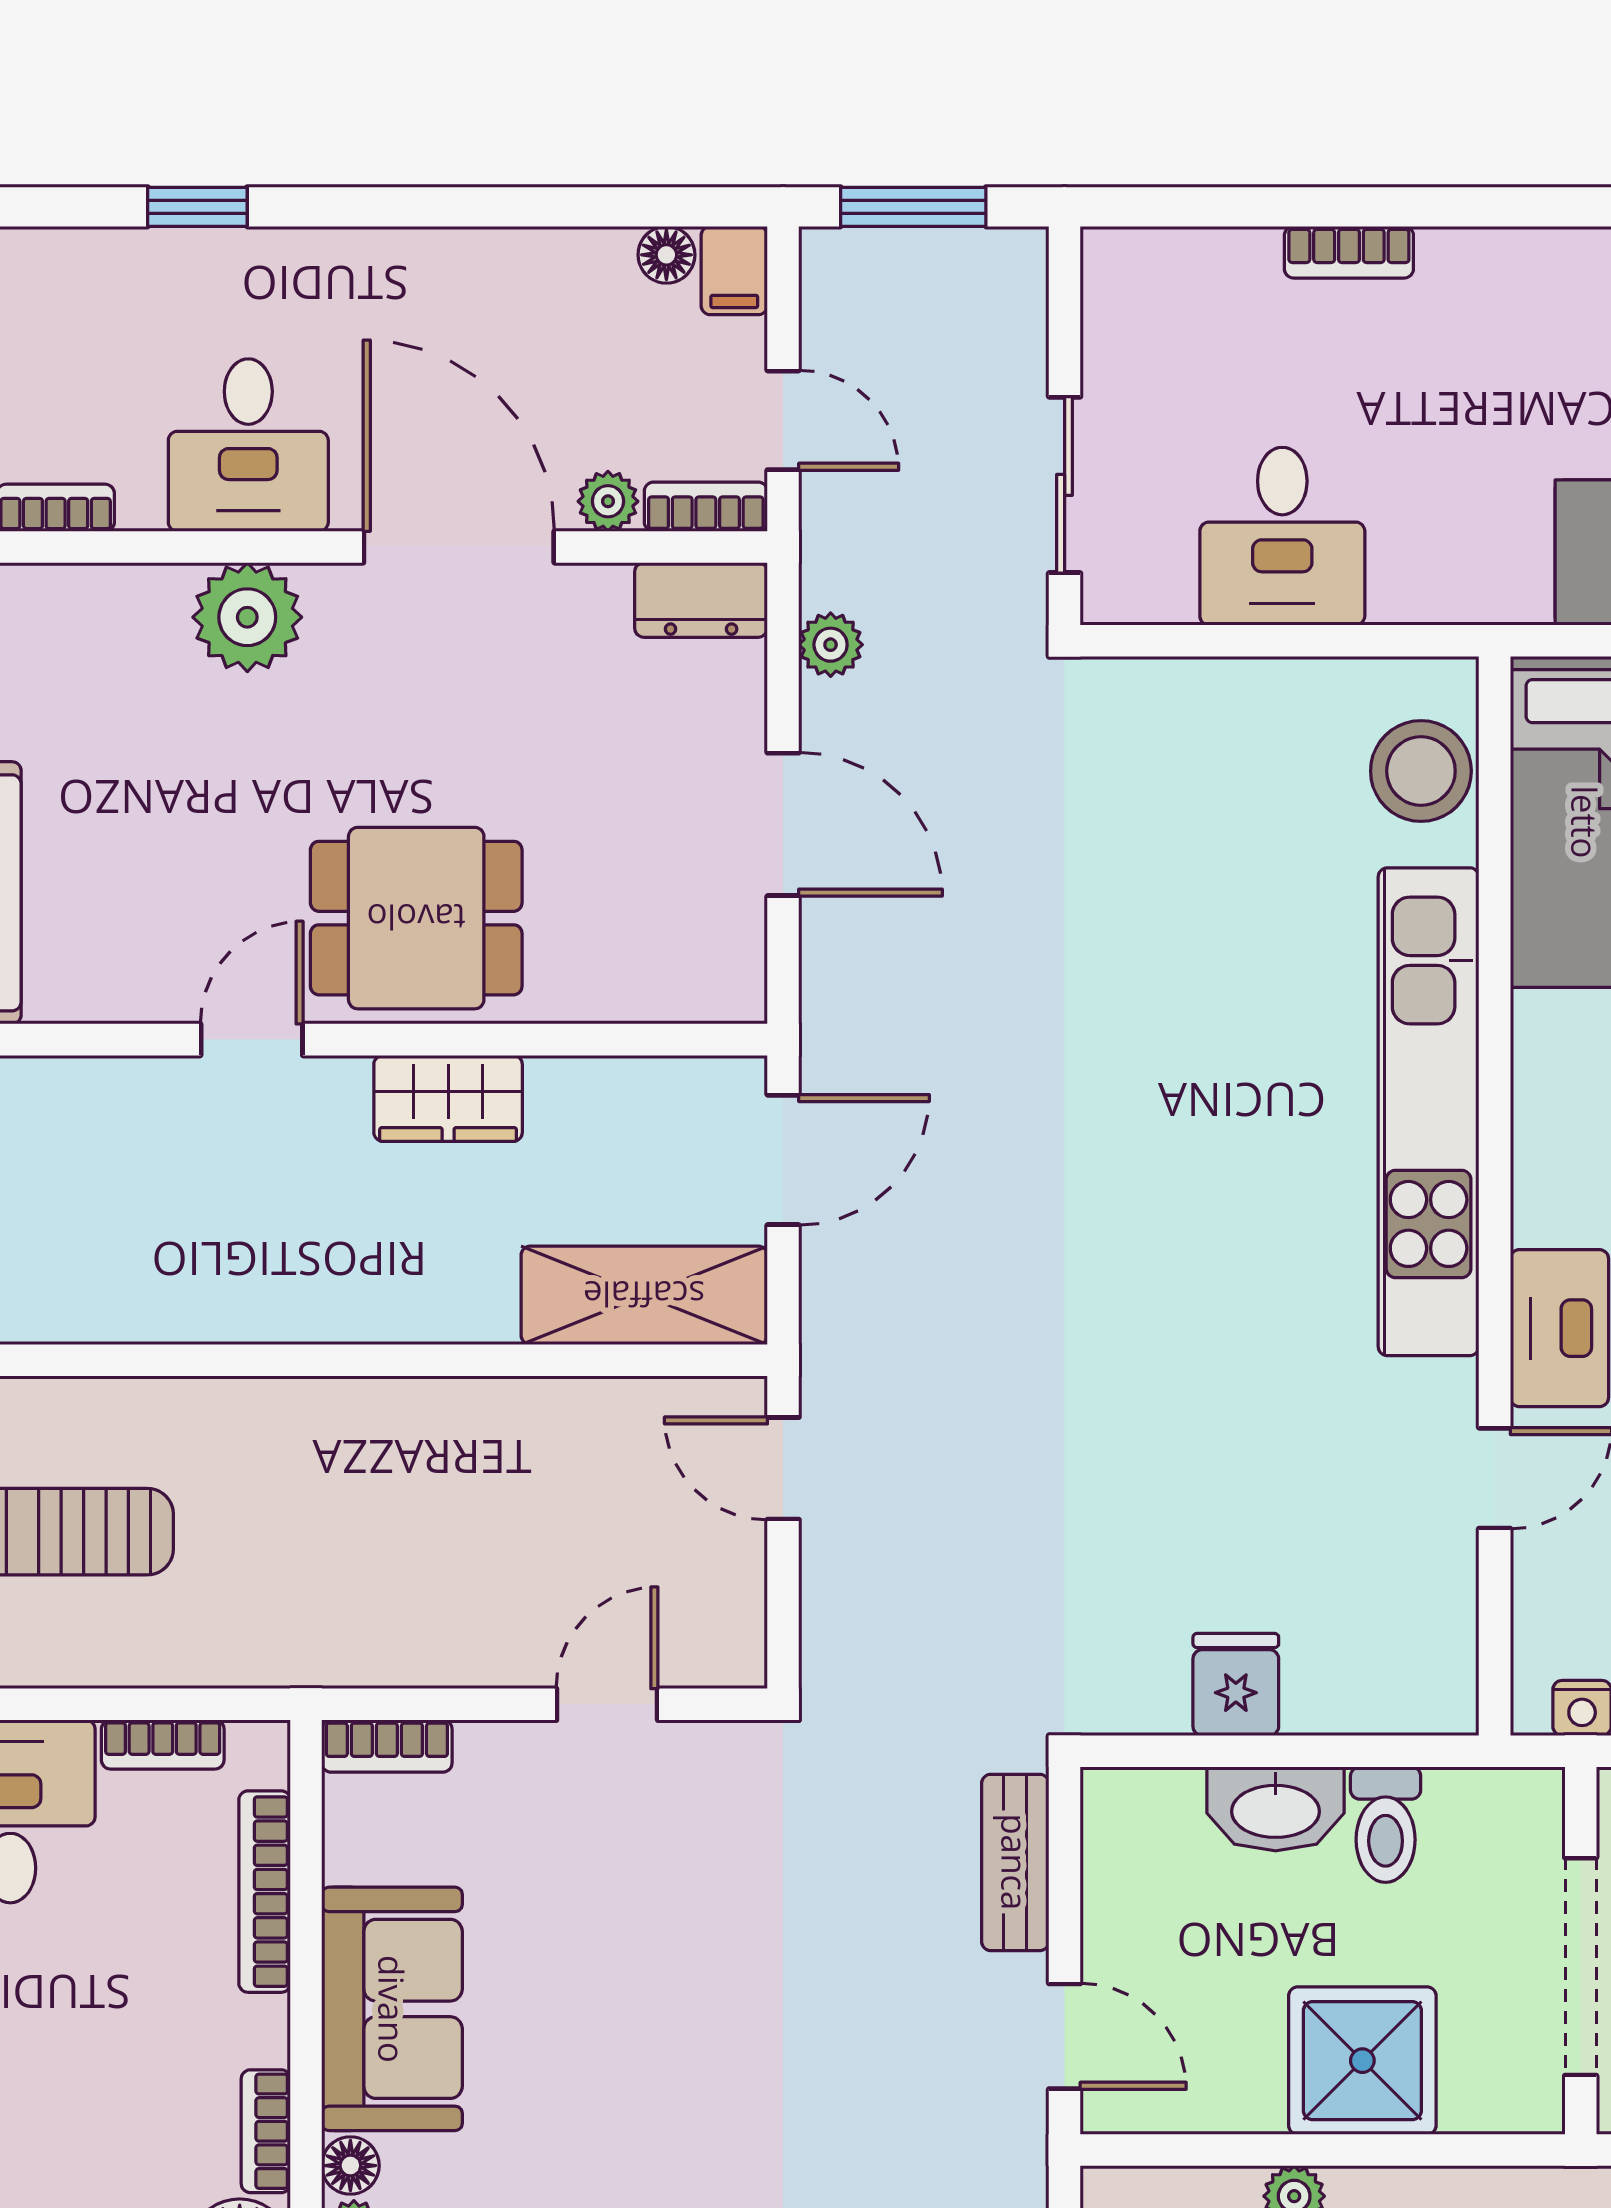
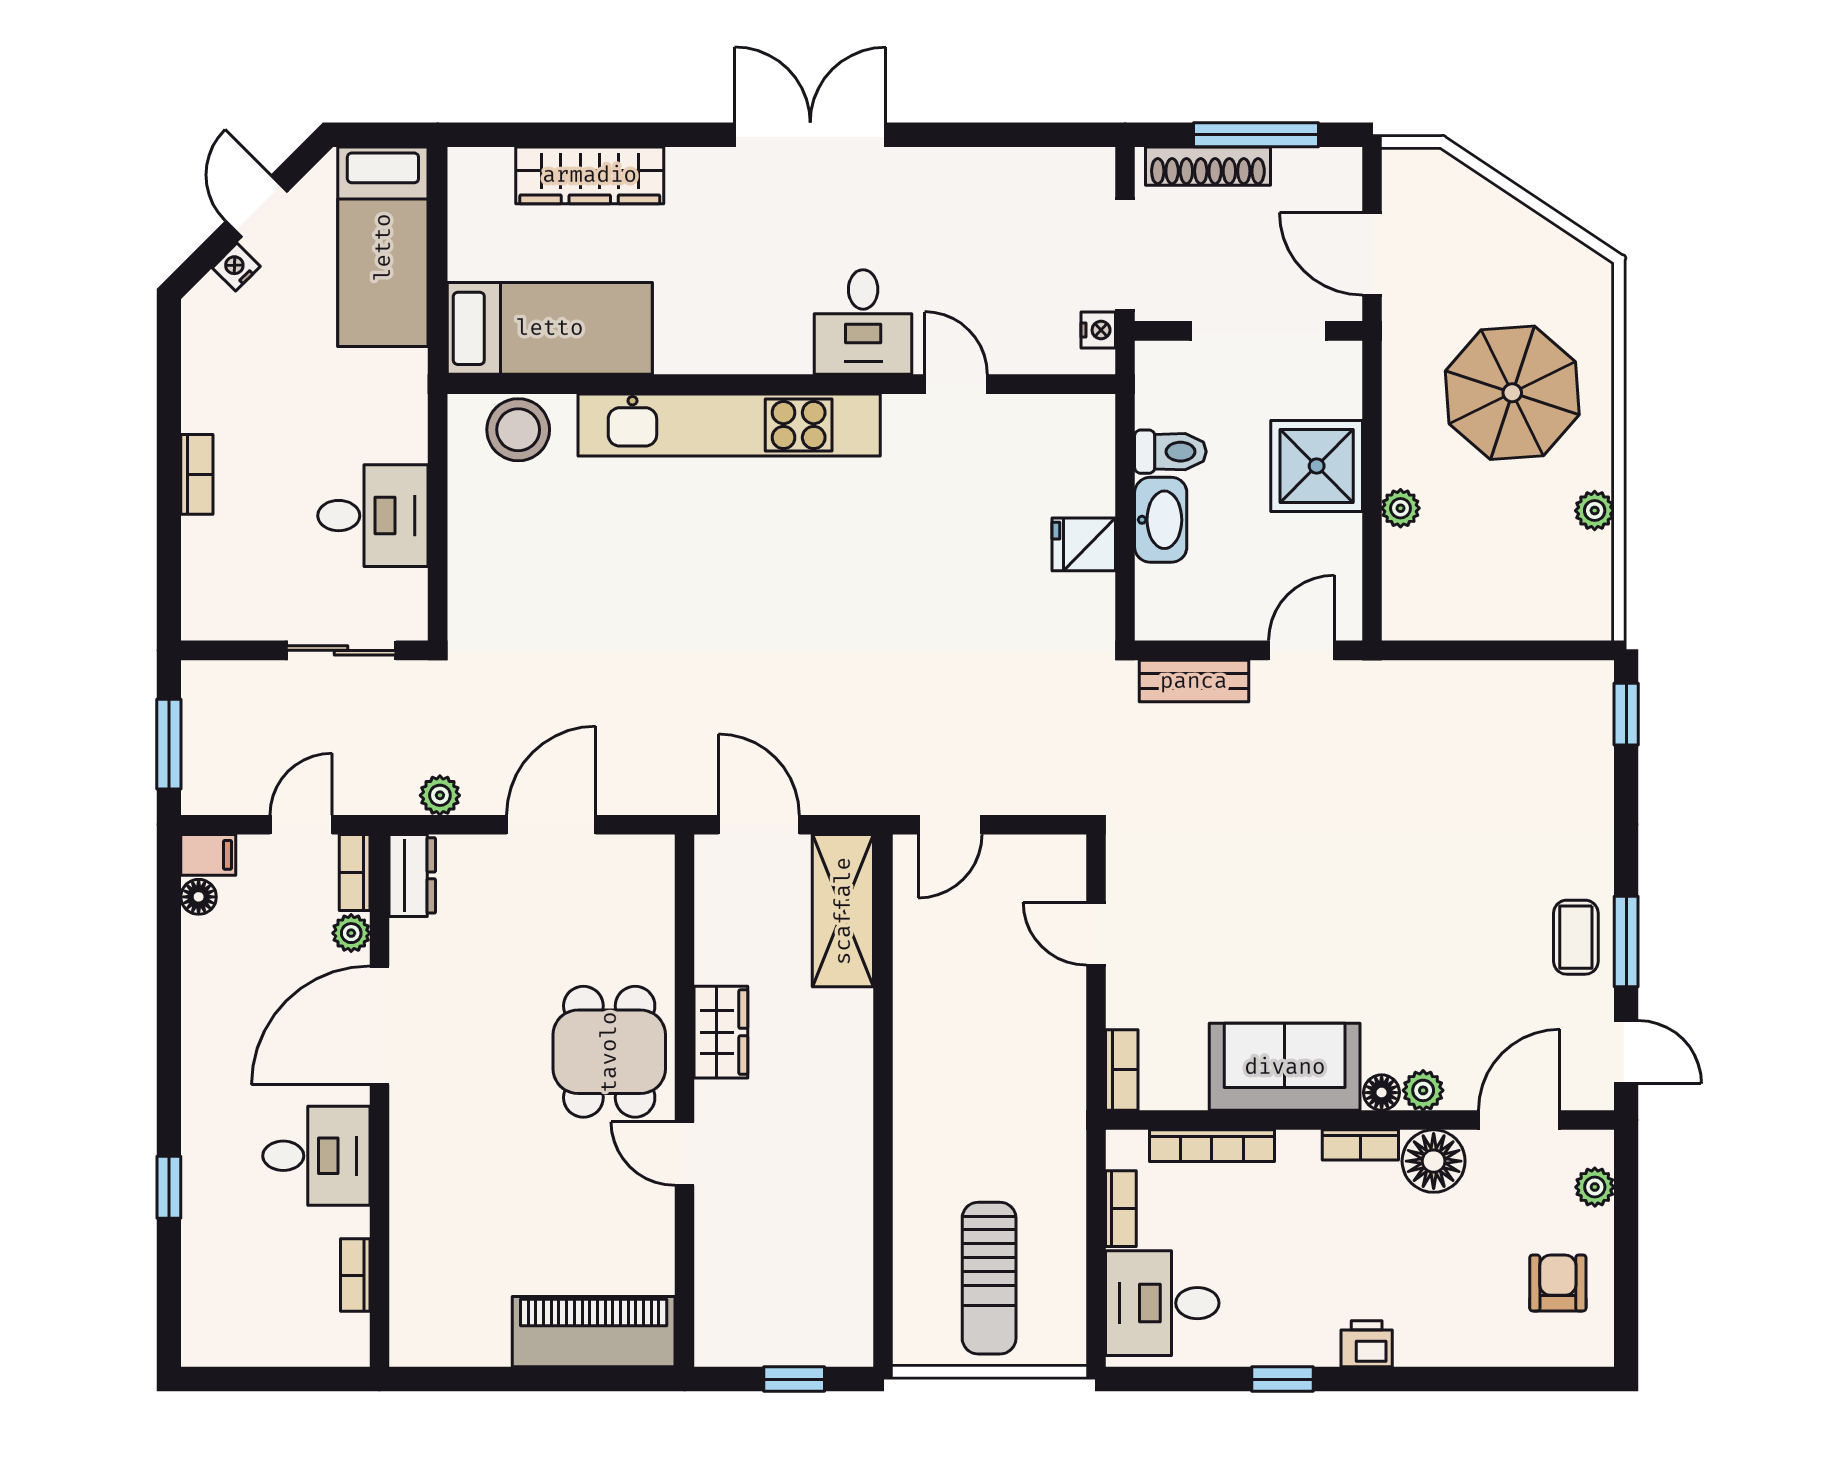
plant: (247, 617) -> (423, 1156), removed

